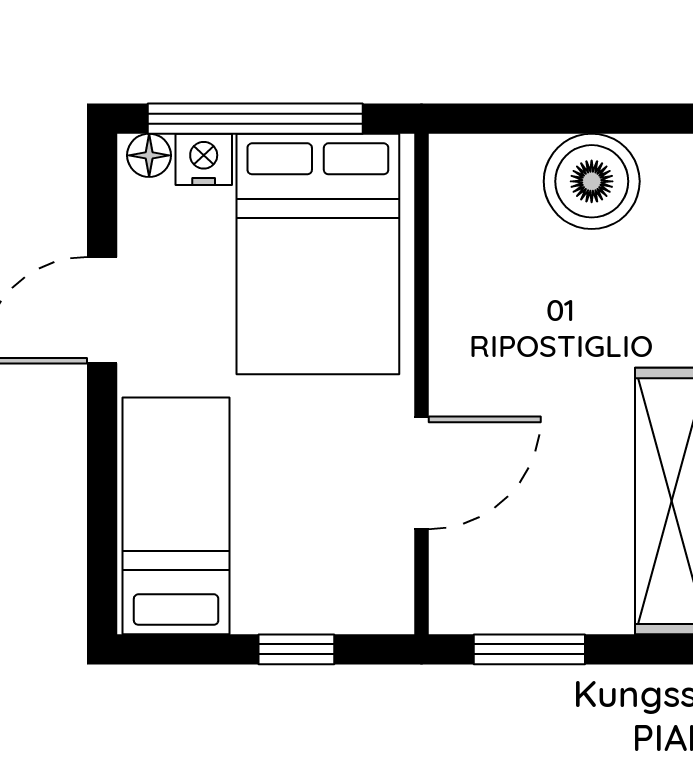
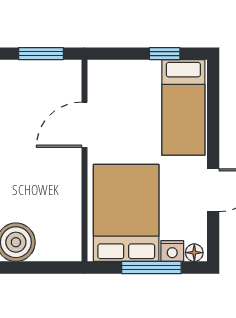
window: (255, 119) -> (151, 267), width x0.68
window: (296, 649) -> (165, 54), moved

